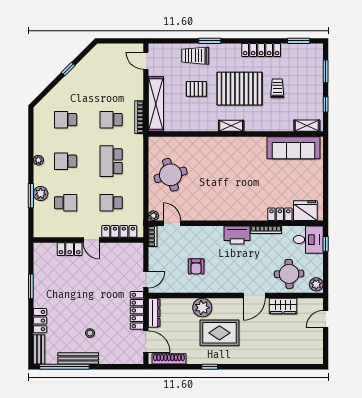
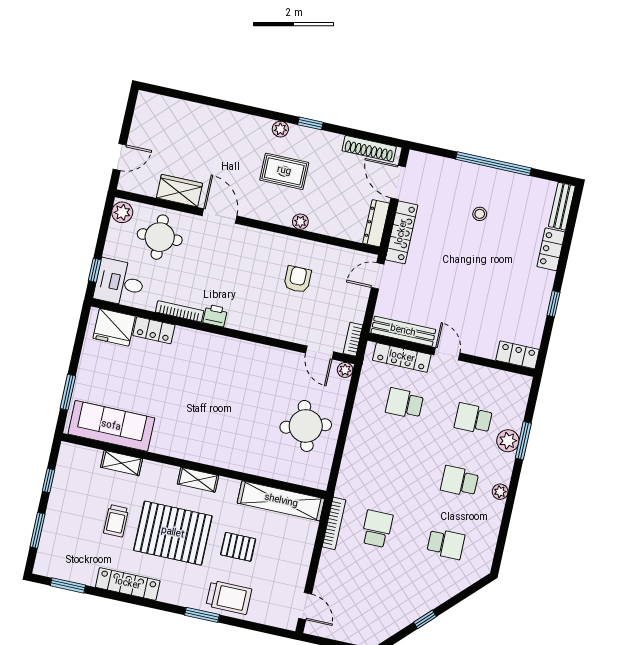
shelving: (156, 104) -> (281, 501), moved, turned 90
school desk: (111, 120) -> (377, 529), turned -90
shelving: (307, 126) -> (122, 463), moved
school desk: (66, 161) -> (460, 481), turned 180
school desk: (111, 161) -> (391, 466), removed
window: (326, 163) -> (68, 392), added
school desk: (111, 203) -> (405, 403), turned 180
printer: (237, 235) -> (215, 316), width x0.53, depth x0.68
locker: (70, 249) -> (518, 355), moved
window: (31, 286) -> (553, 304), width x0.67
door: (254, 296) -> (220, 216), hinge flipped
plant: (202, 308) -> (300, 222), width x0.53, depth x0.53
rug: (219, 333) -> (284, 171), width x0.73, depth x0.70
bench: (78, 358) -> (403, 331), moved
plant: (228, 359) -> (280, 129), added
window: (64, 367) -> (493, 164), moved

